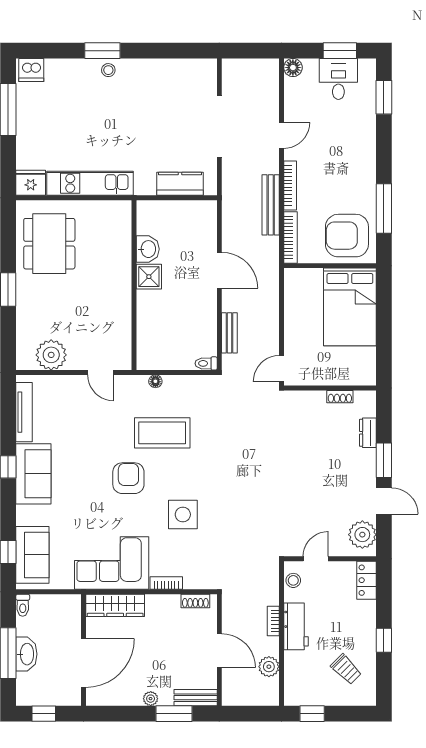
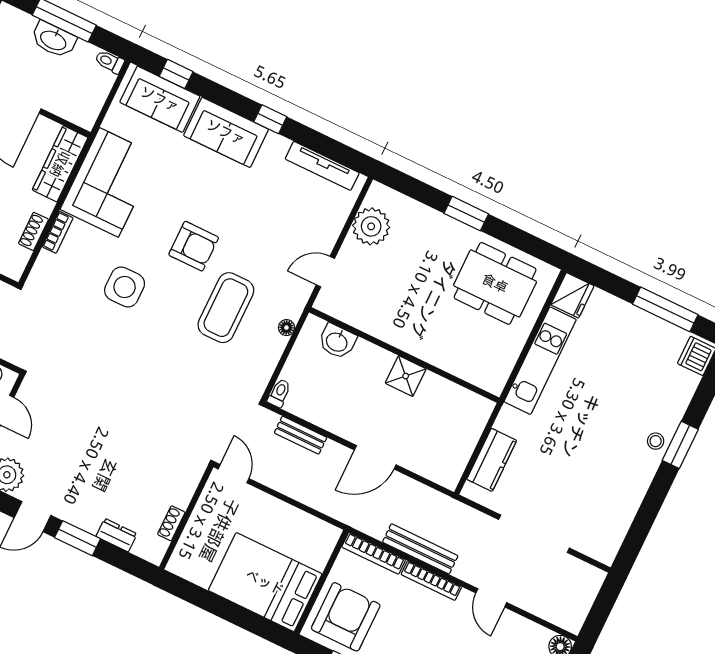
washbasin: (148, 249) -> (337, 341), moved
sofa: (33, 474) -> (226, 132), moved
shoe rack: (195, 601) -> (33, 231), moved

